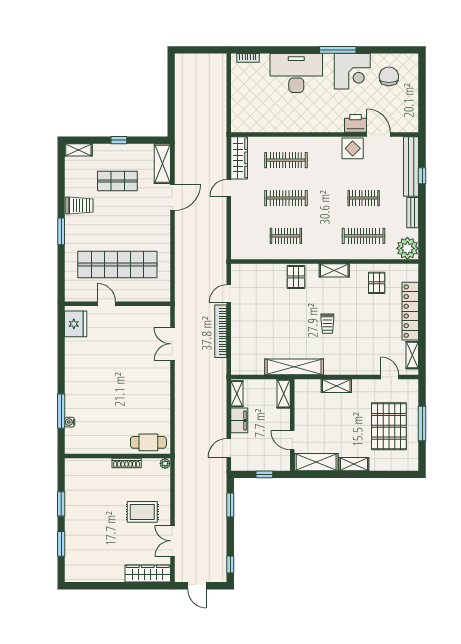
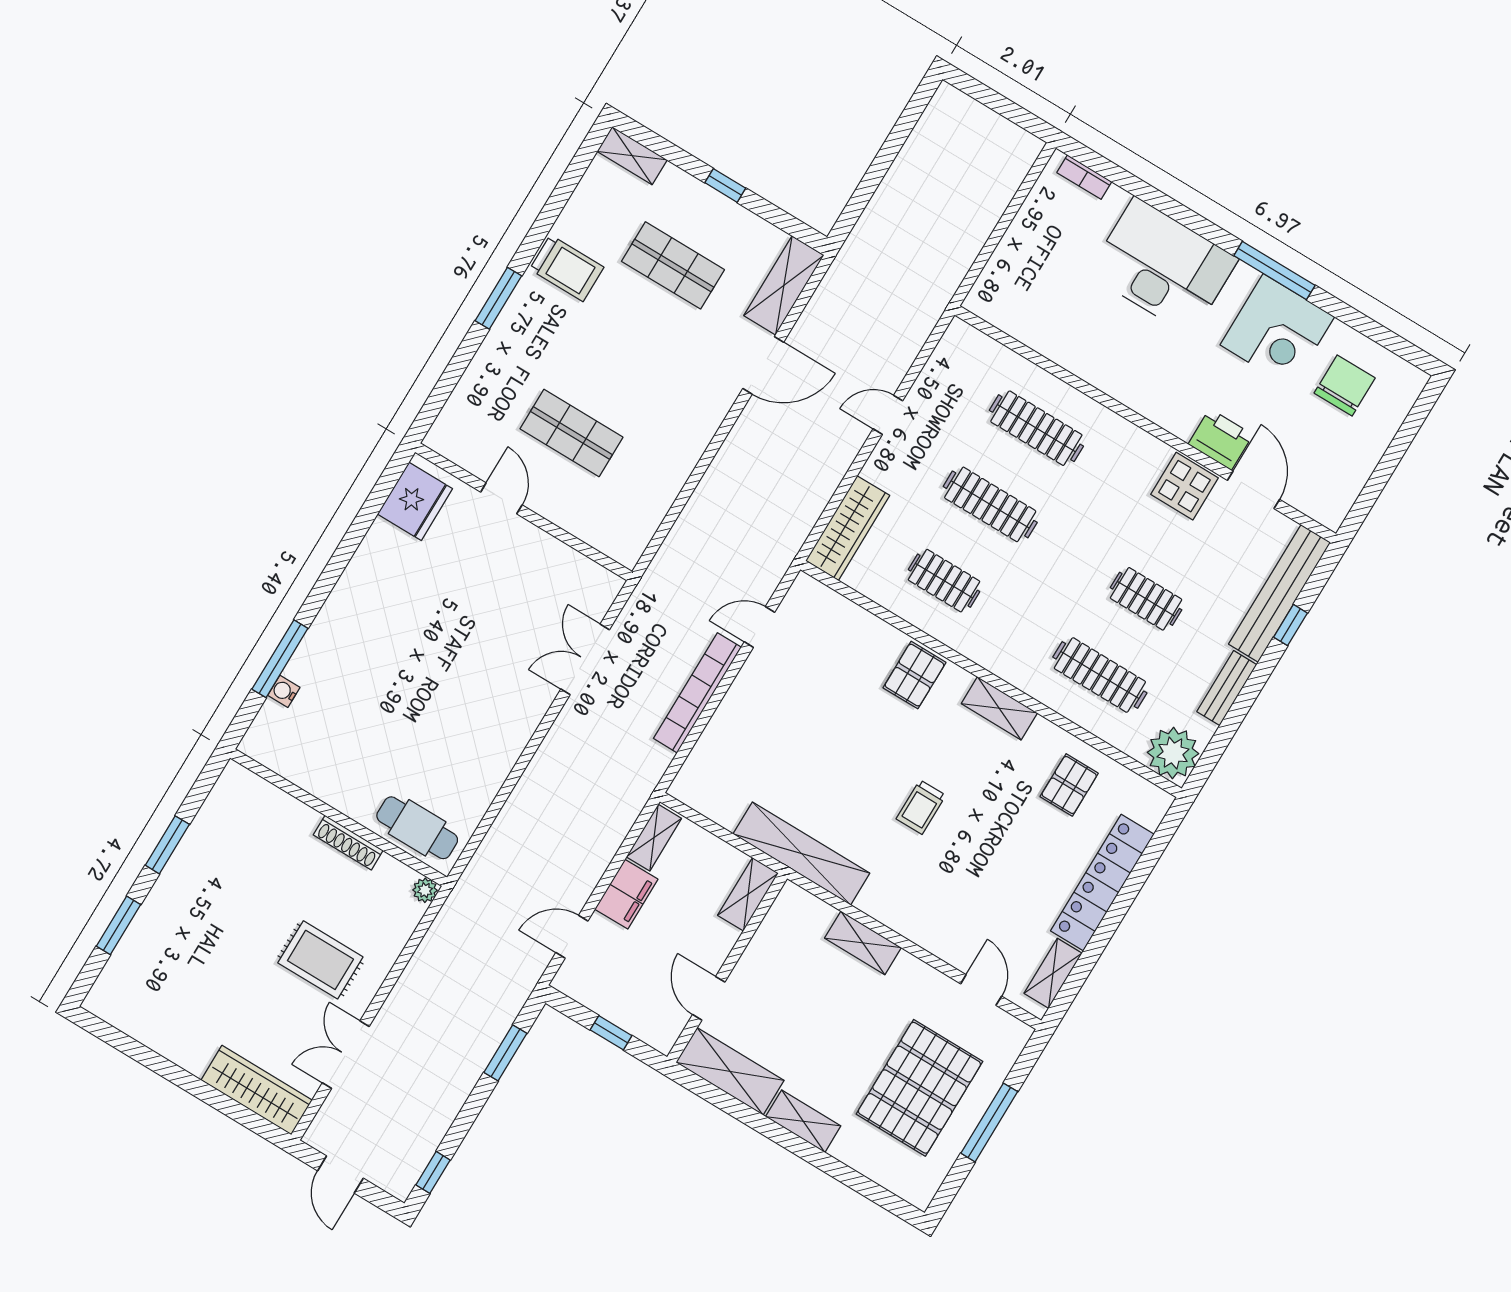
wardrobe: (239, 158) -> (848, 528), moved
shop shelf: (117, 264) -> (571, 433), width x0.50, depth x0.74

